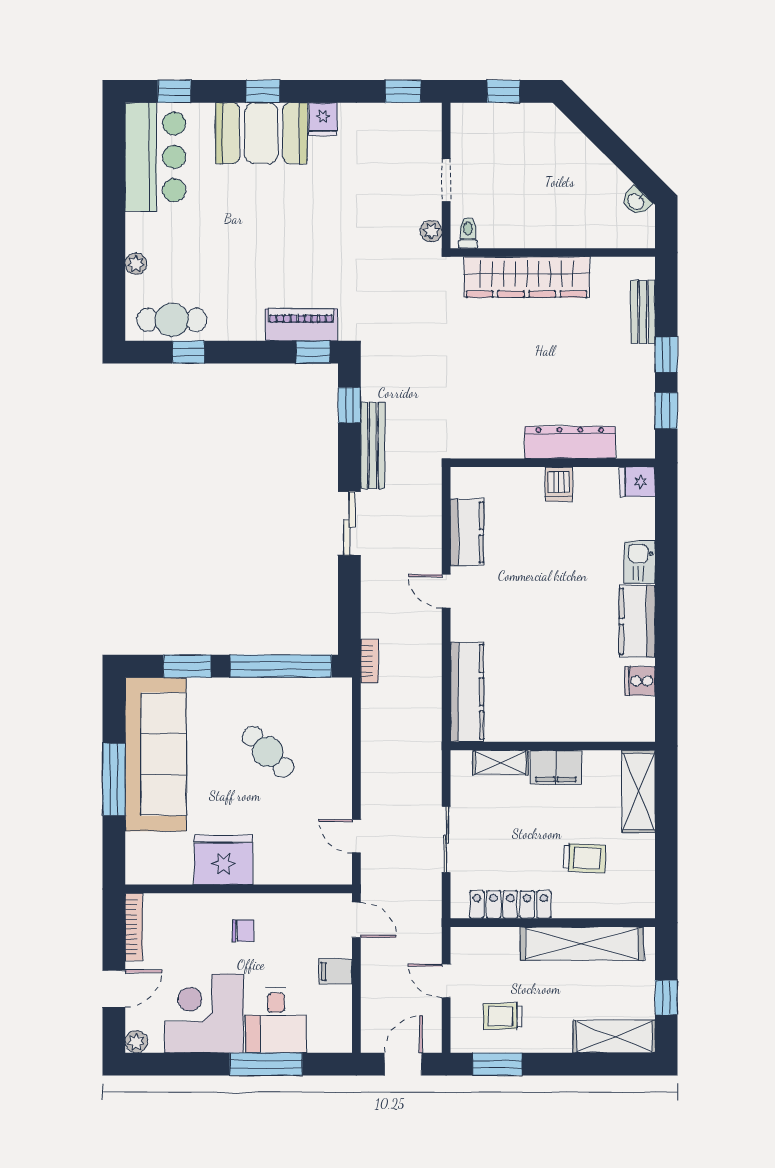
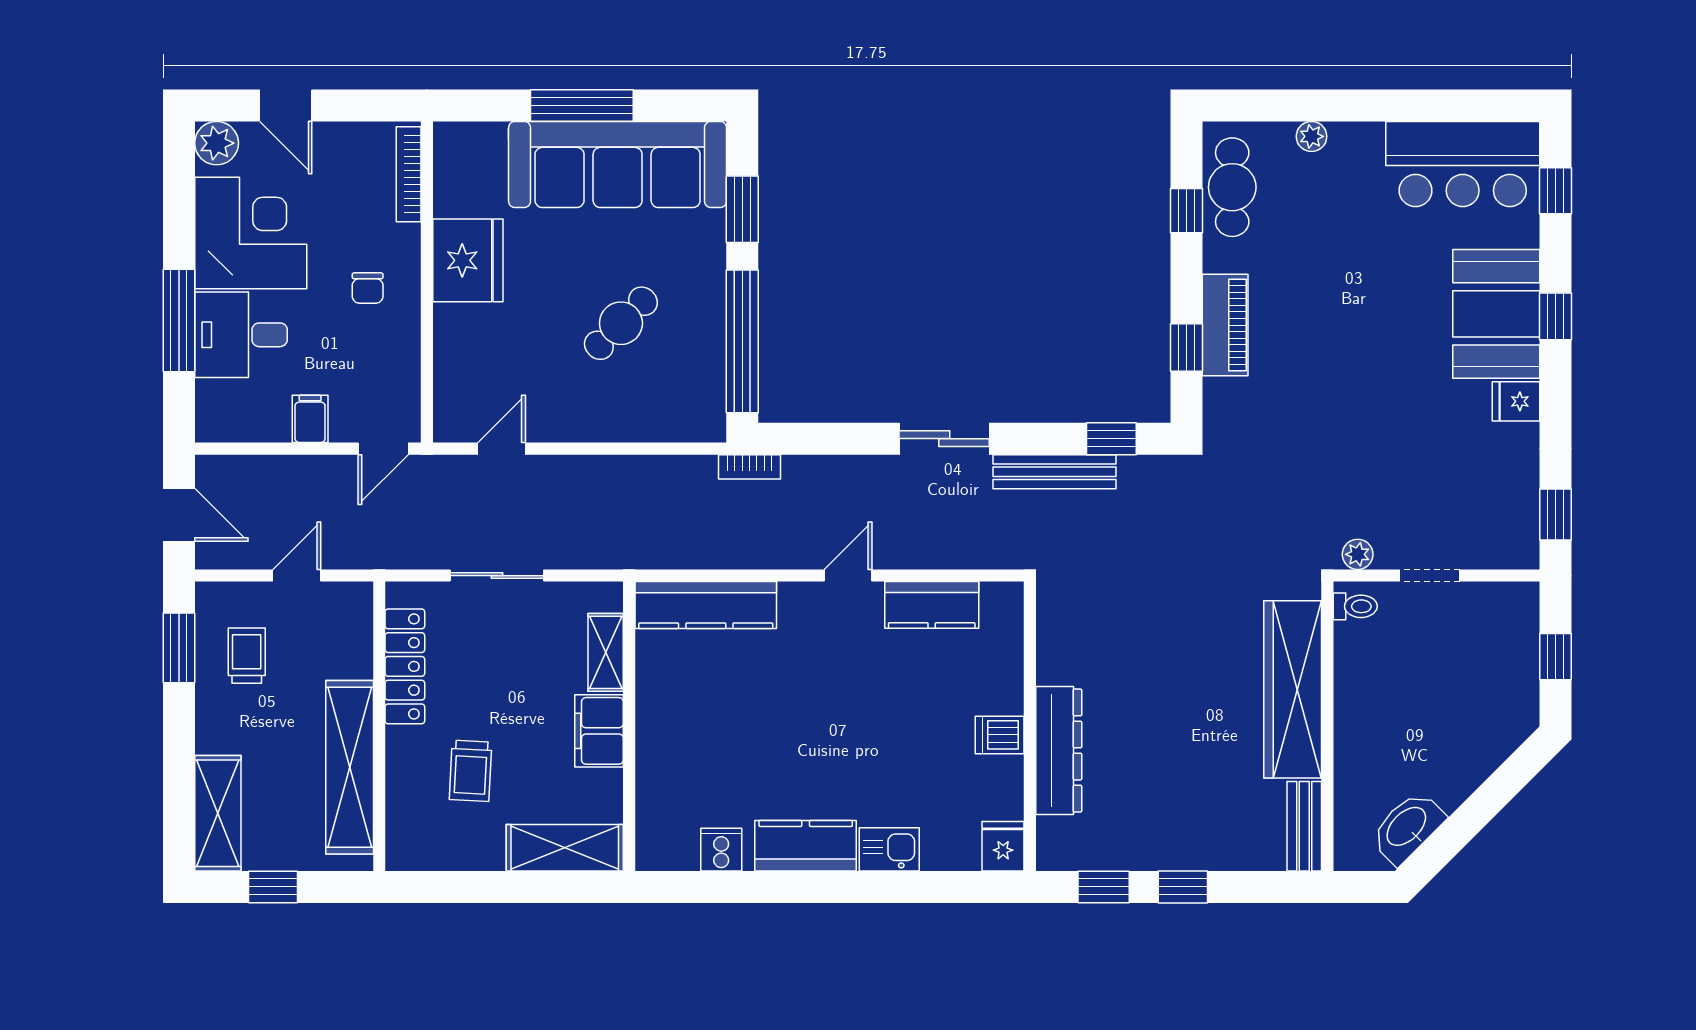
washbasin: (636, 201) -> (1407, 827), width x1.91, depth x1.45
bench: (643, 312) -> (1304, 826), moved, turned 90
piano: (301, 325) -> (1225, 325), moved
window: (313, 352) -> (1187, 348), moved
bookcase: (134, 927) -> (409, 174), moved, turned 90
plant: (136, 1042) -> (217, 143), width x1.38, depth x1.38

